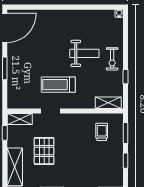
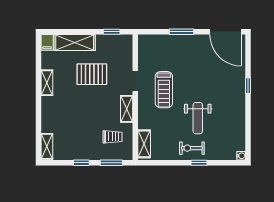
window: (55, 7) -> (248, 86), added
window: (126, 77) -> (199, 163), moved
treadmill: (58, 85) -> (164, 90), turned 180
shelving: (20, 119) -> (127, 109), moved

